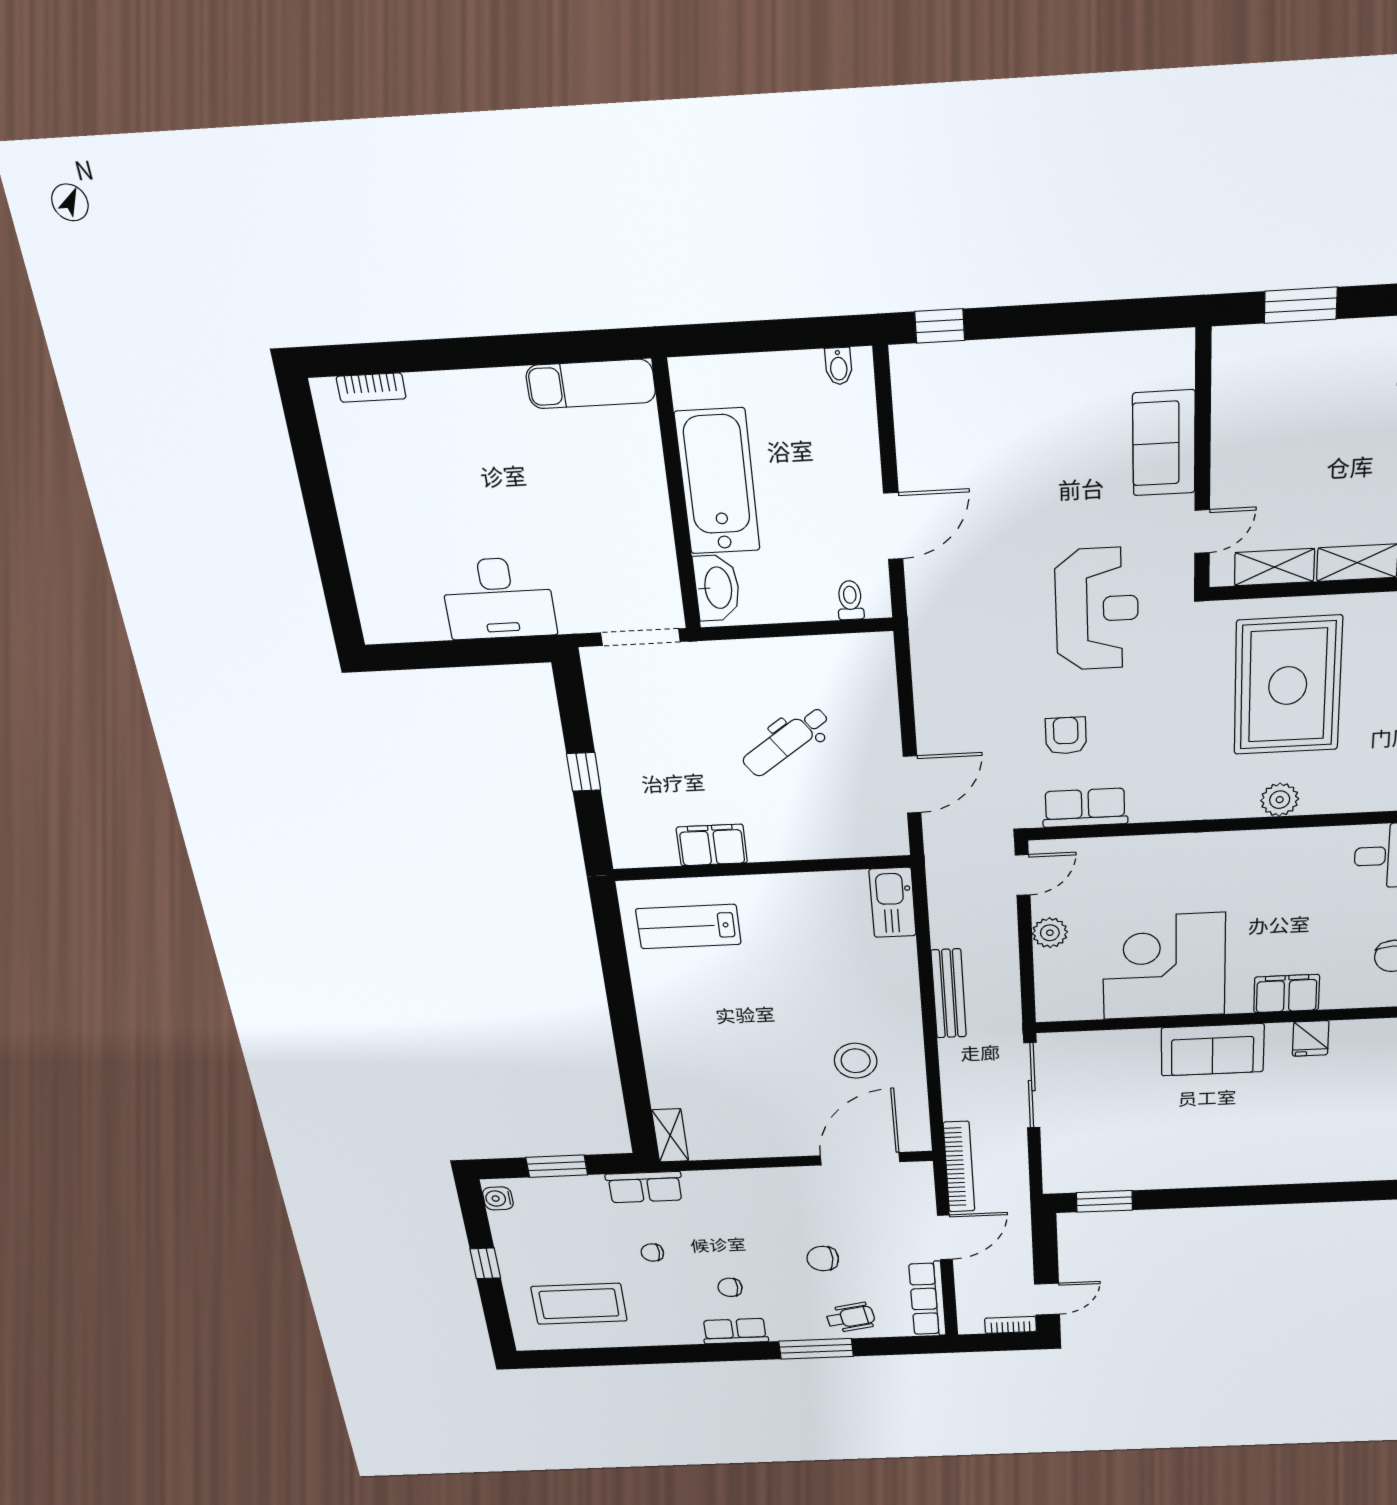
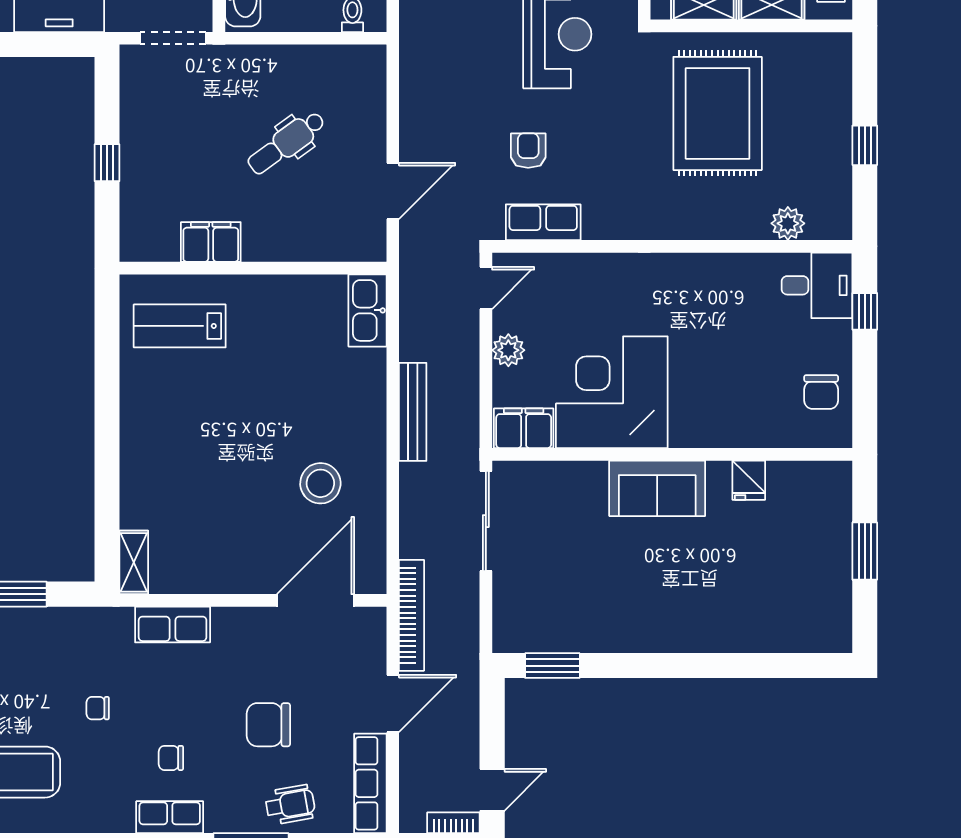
plant: (1280, 800) -> (788, 223), moved
filing cabinet: (1287, 994) -> (524, 428), moved
row of seats: (645, 1187) -> (173, 625), moved
chair: (823, 1259) -> (268, 725), width x1.37, depth x1.37

